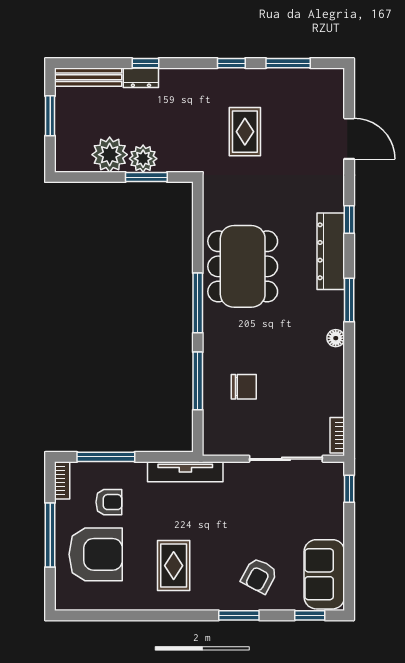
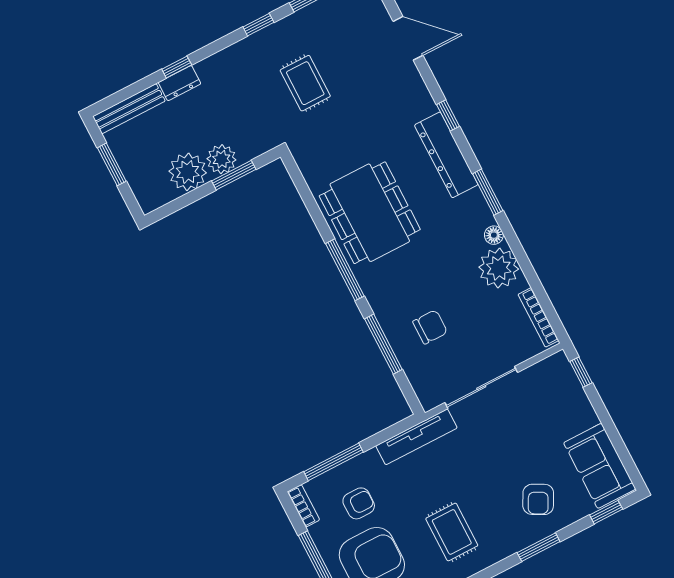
plant: (326, 367) -> (499, 268), added
bookcase: (337, 435) -> (538, 317), width x1.56
sliding door: (286, 459) -> (481, 388), moved

